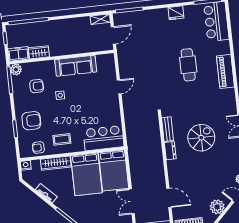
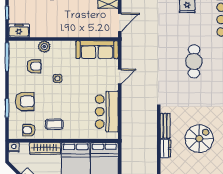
wardrobe: (39, 52) -> (40, 31), removed
sofa: (76, 66) -> (97, 50), moved
plant: (16, 69) -> (44, 47), moved
bar counter: (104, 138) -> (107, 112), moved, turned -90

